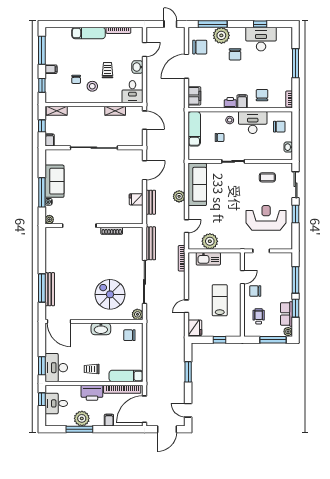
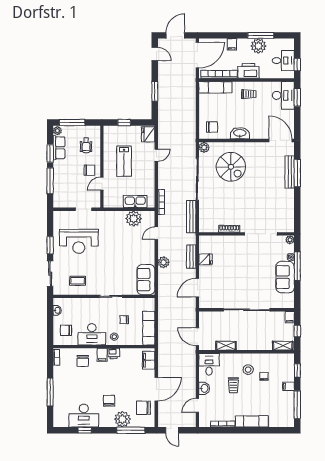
sofa: (197, 184) -> (146, 280), width x0.73

